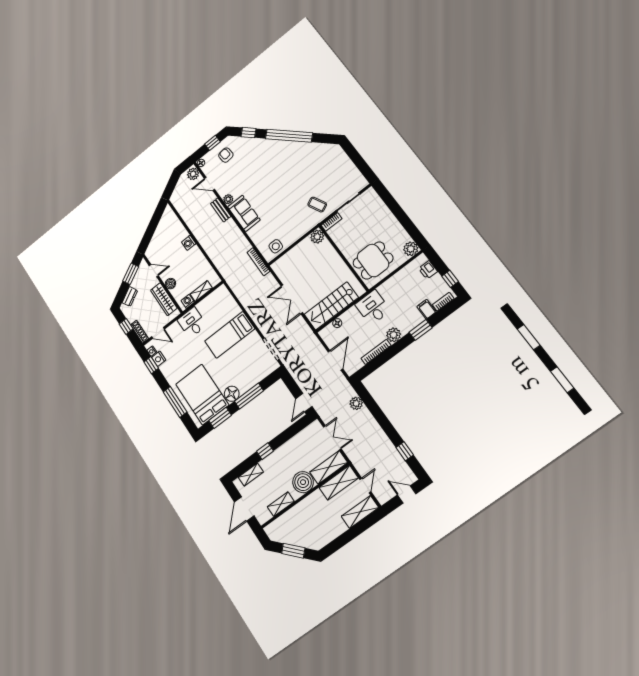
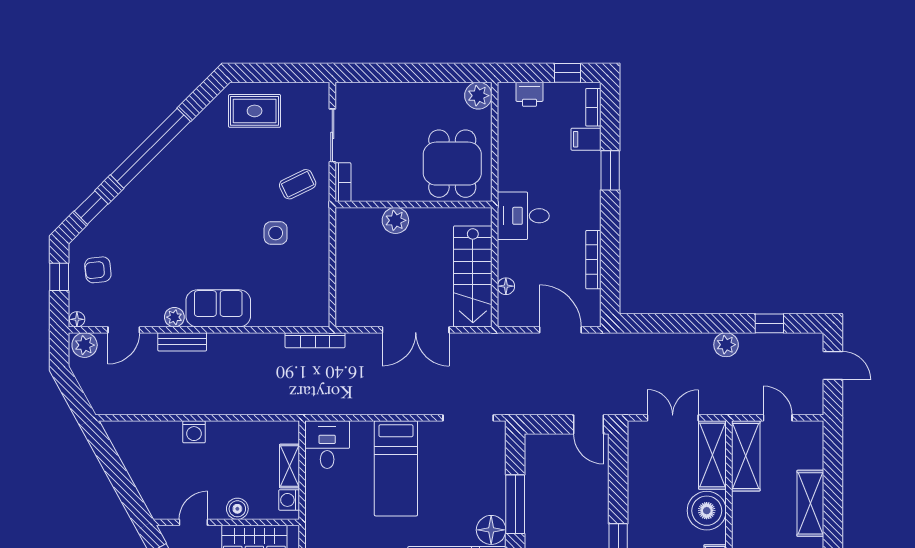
rug: (335, 164) -> (255, 111), added
plant: (317, 237) -> (395, 220), moved
side table: (276, 246) -> (276, 233), moved
desk: (192, 323) -> (327, 445), moved, turned 90
plant: (394, 335) -> (588, 215), removed
plant: (356, 403) -> (726, 345), moved
door: (407, 494) -> (833, 365), swing flipped
shelving: (360, 512) -> (810, 503), moved

